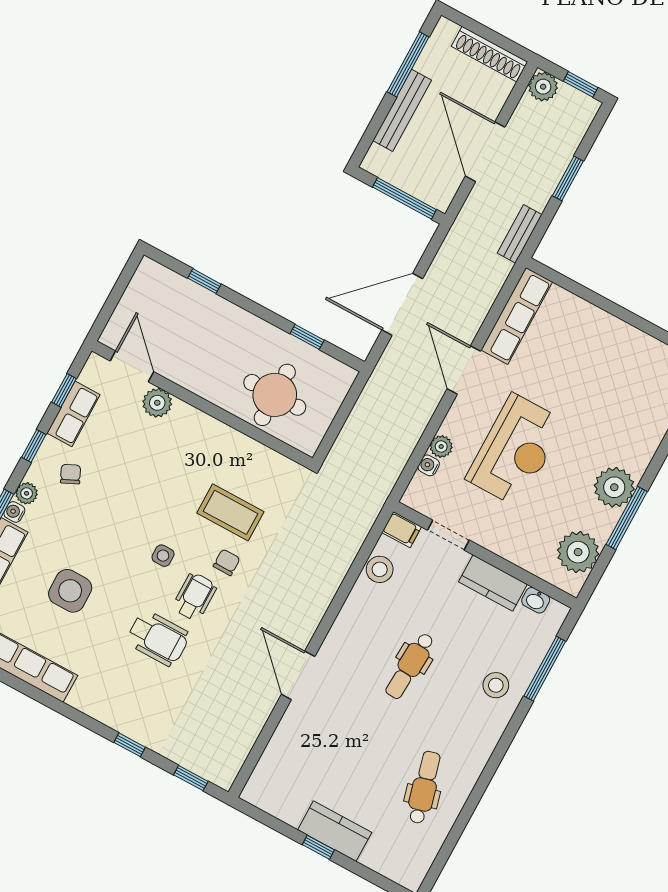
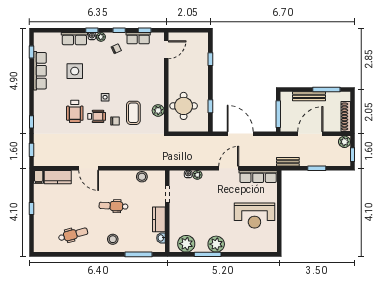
plant: (157, 403) -> (158, 110), moved
reception desk: (516, 450) -> (254, 216), moved
filing cabinet: (402, 530) -> (39, 177), moved
door: (298, 675) -> (89, 168), swing flipped
stool: (496, 685) -> (113, 239), moved
kitchen counter: (335, 831) -> (58, 177), moved, turned 90

